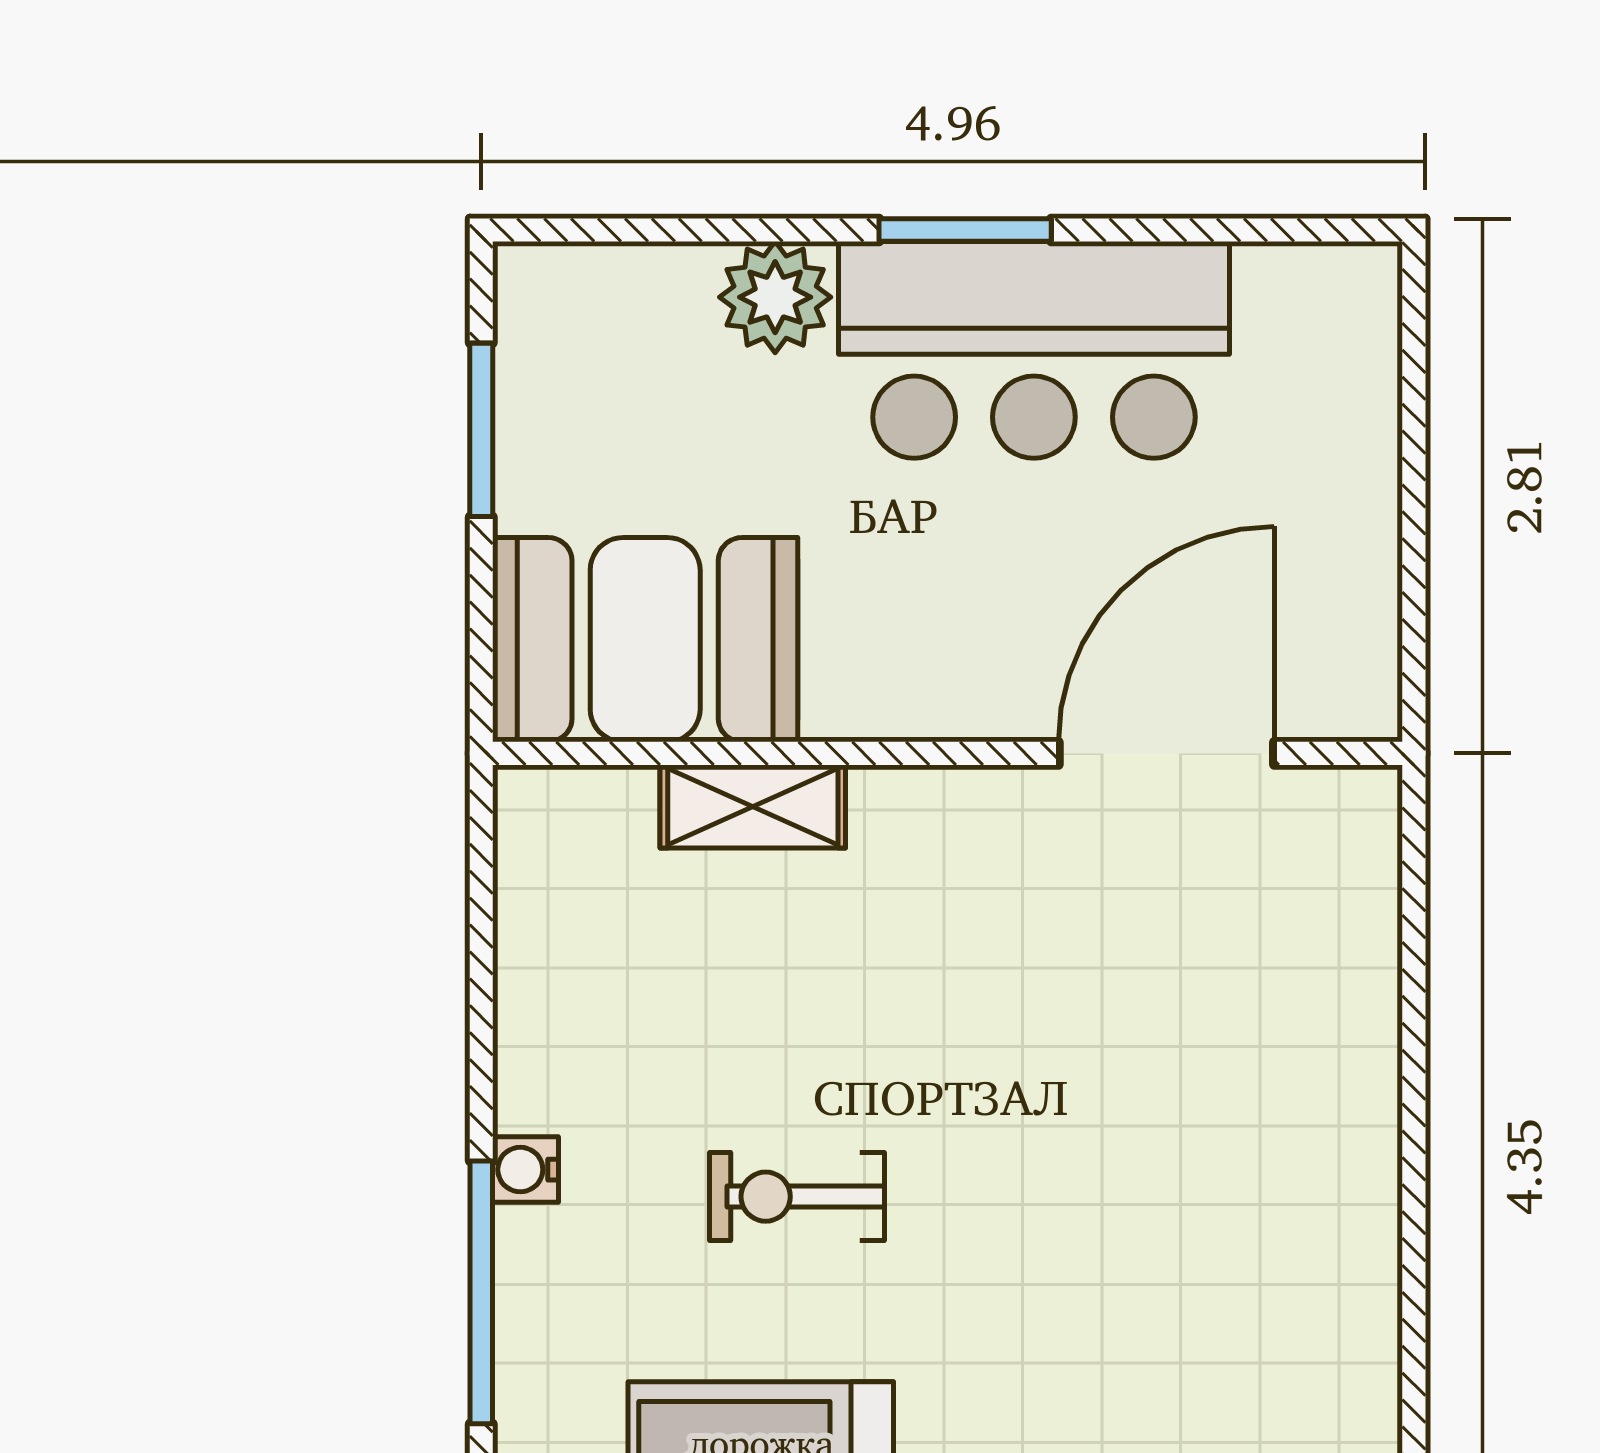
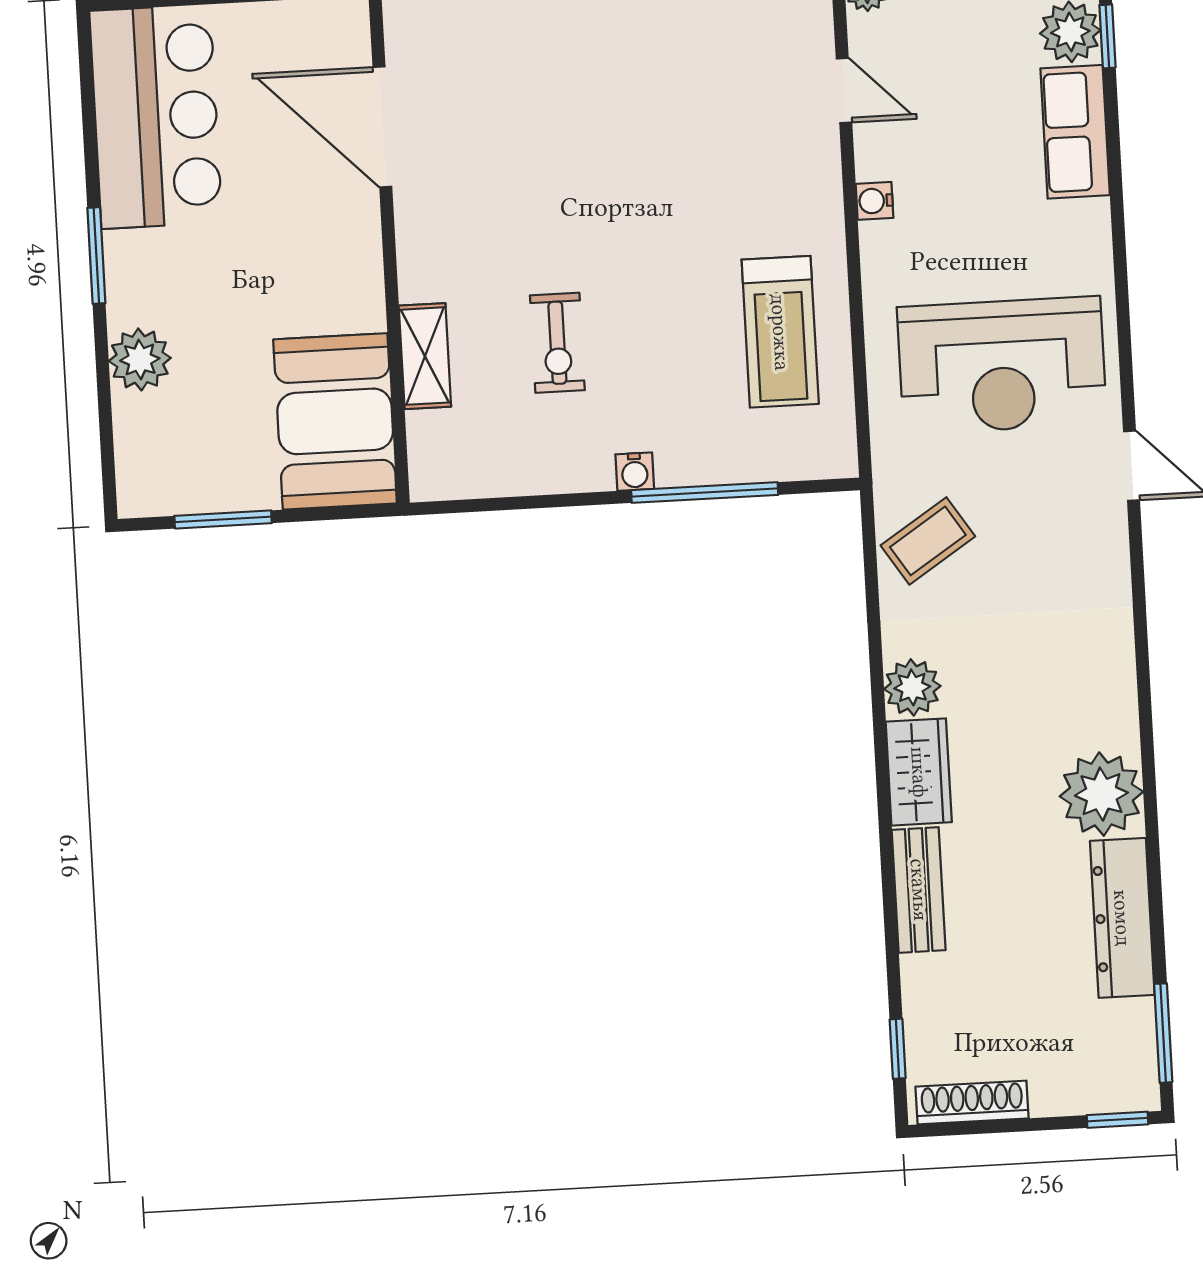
bar counter: (1034, 350) -> (156, 117), moved
exercise bike: (797, 1197) -> (557, 343), moved

